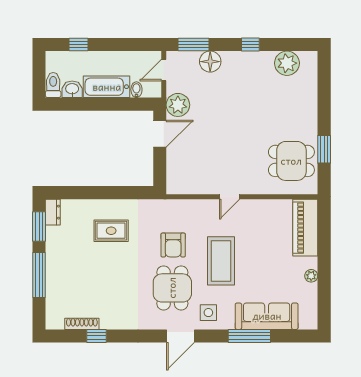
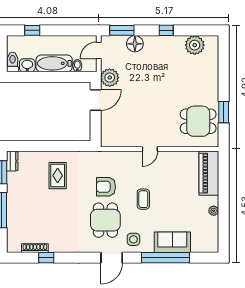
rug: (111, 231) -> (58, 176), turned 90
armchair: (173, 245) -> (106, 187), turned 90
coffee table: (221, 261) -> (143, 199), width x0.54, depth x0.58
sofa: (267, 316) -> (172, 242), width x0.73
window: (249, 336) -> (165, 258), width x1.46

